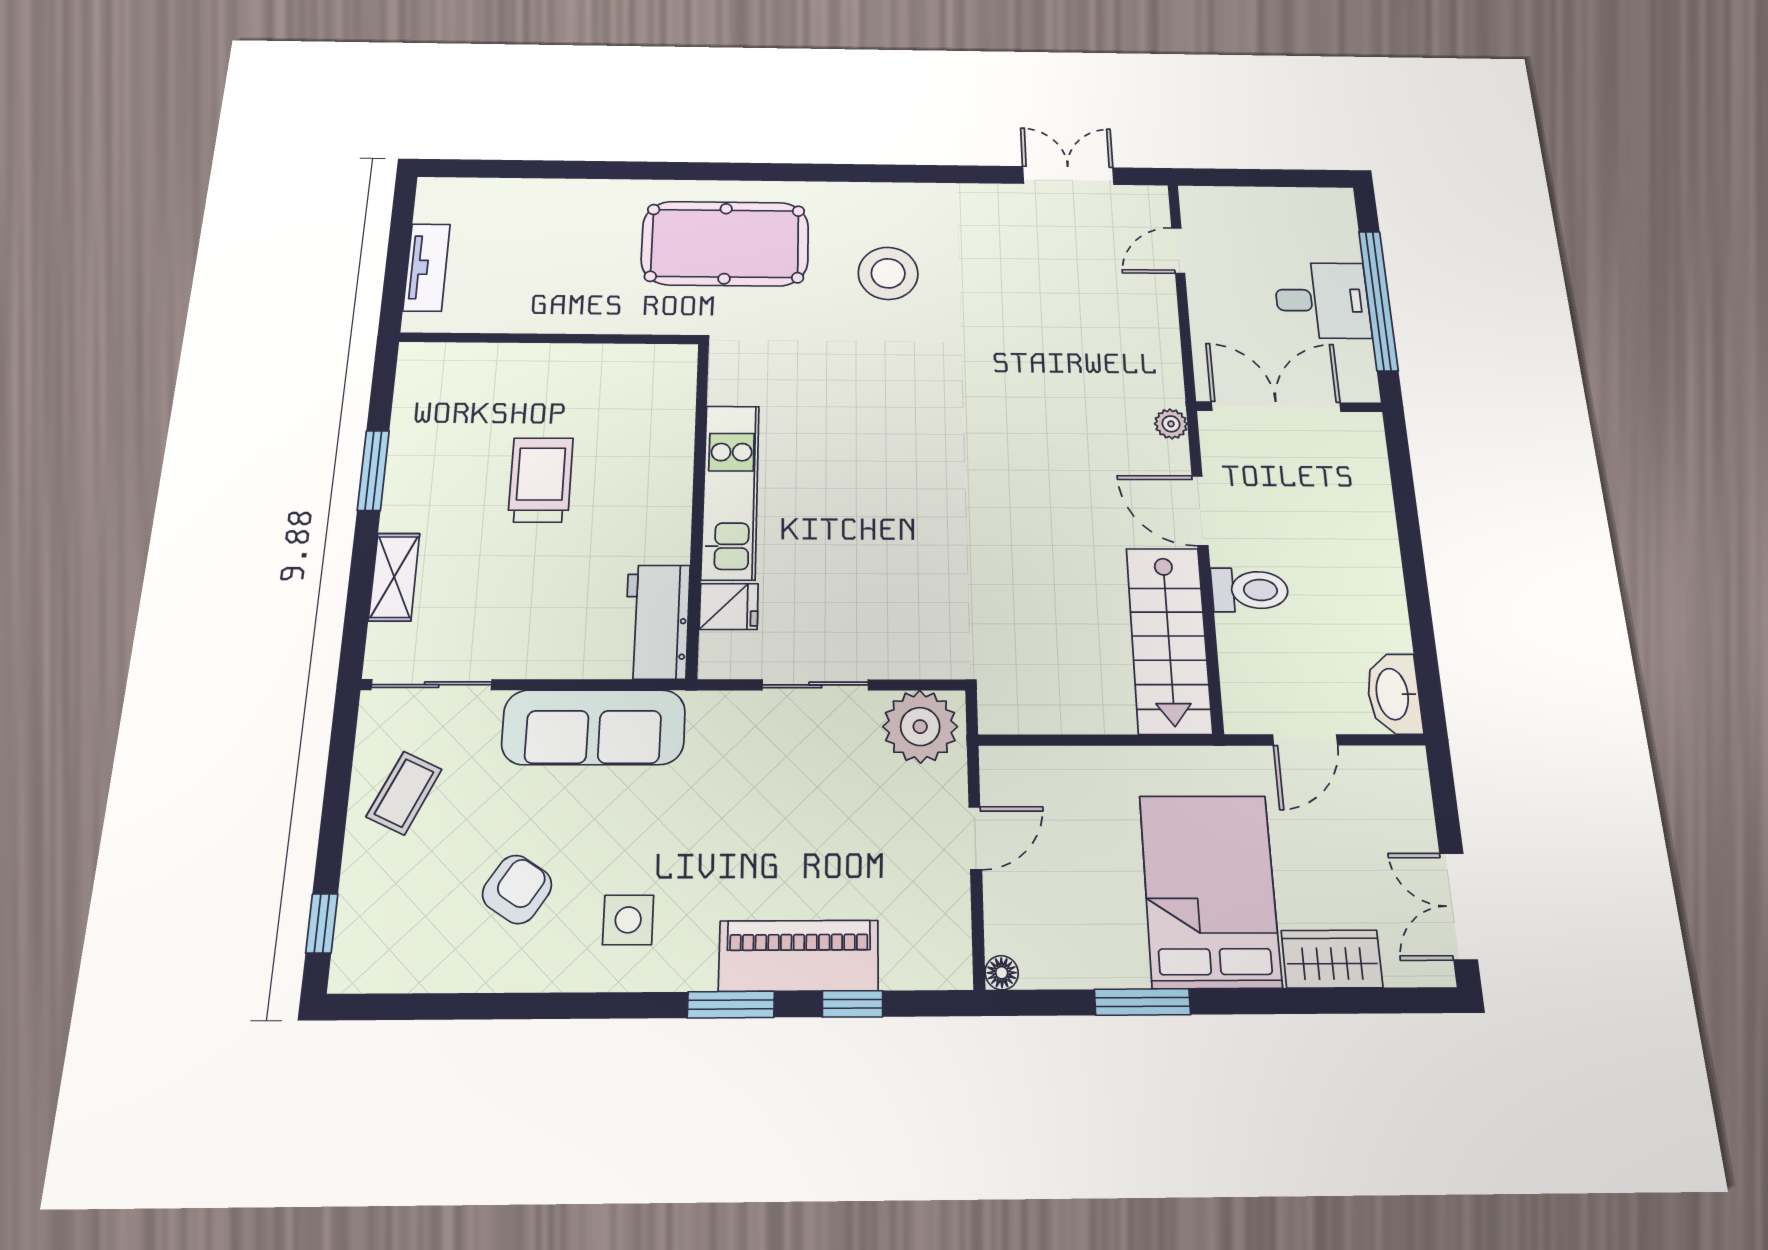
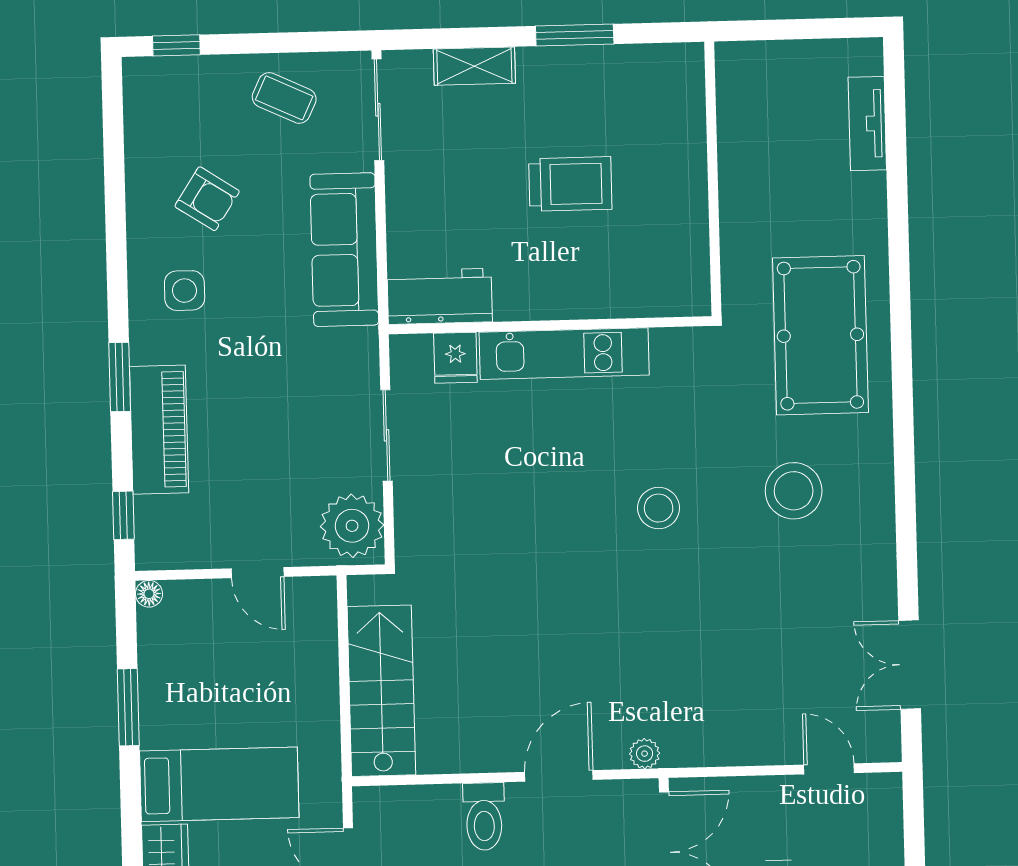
double door: (1068, 176) -> (910, 665), swing flipped
tv unit: (427, 267) -> (867, 124), moved, turned 90
stool: (904, 402) -> (659, 508), added
stairs: (1169, 640) -> (381, 691), moved, turned 90
bed: (1210, 891) -> (219, 784), width x0.67
window: (853, 1004) -> (123, 515), moved

